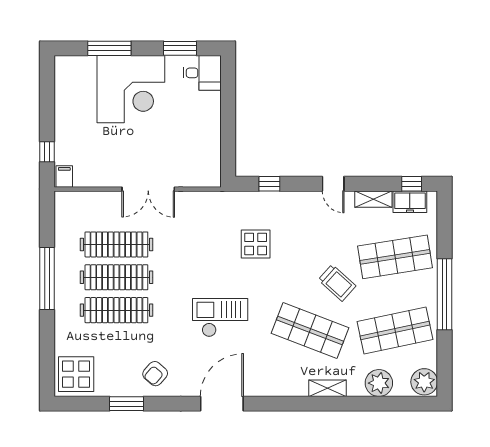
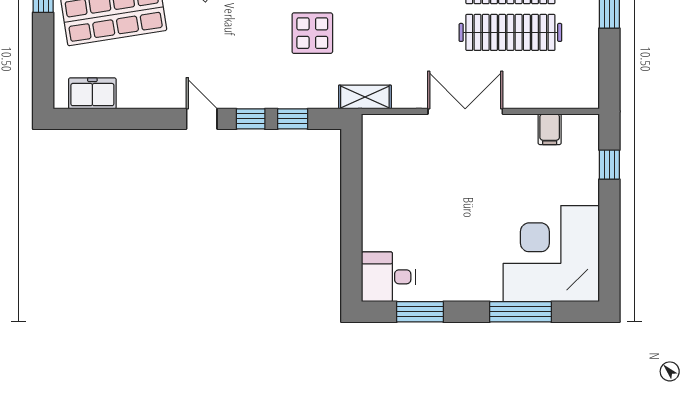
corner desk: (131, 89) -> (551, 254), moved
filing cabinet: (64, 177) -> (550, 129), moved
window: (412, 184) -> (251, 119), moved
shelving: (373, 199) -> (365, 97), moved

